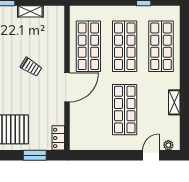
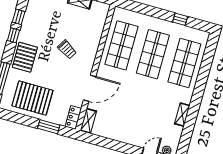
door: (67, 87) -> (90, 88), moved
shop shelf: (125, 110) -> (138, 109), removed
shelving: (75, 137) -> (88, 121), added

